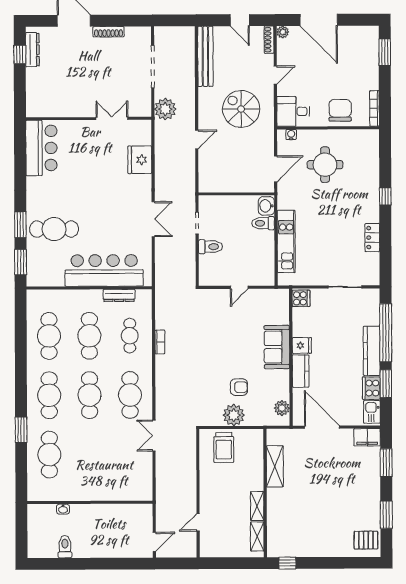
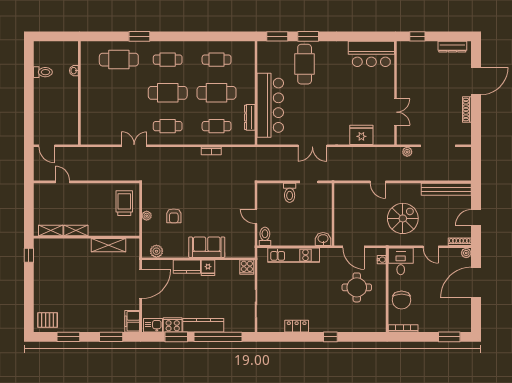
window: (20, 54) -> (417, 36), moved
plant: (165, 109) -> (407, 152), width x0.53, depth x0.53
chair: (340, 110) -> (402, 300), turned 90
toilet: (263, 223) -> (265, 236), moved
cafe table: (49, 336) -> (217, 60), width x0.73, depth x0.74
cafe table: (49, 395) -> (168, 60), width x0.73, depth x0.74
cafe table: (130, 395) -> (168, 126), width x0.73, depth x0.74
plant: (234, 415) -> (147, 216), width x0.53, depth x0.53
trolley: (224, 447) -> (124, 203), turned 90
pallet: (366, 540) -> (48, 320), turned 90

